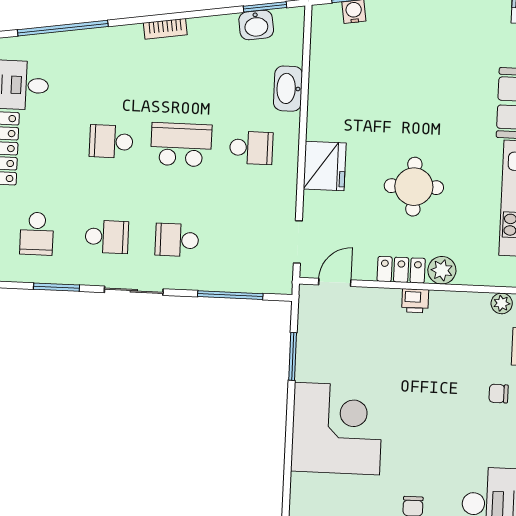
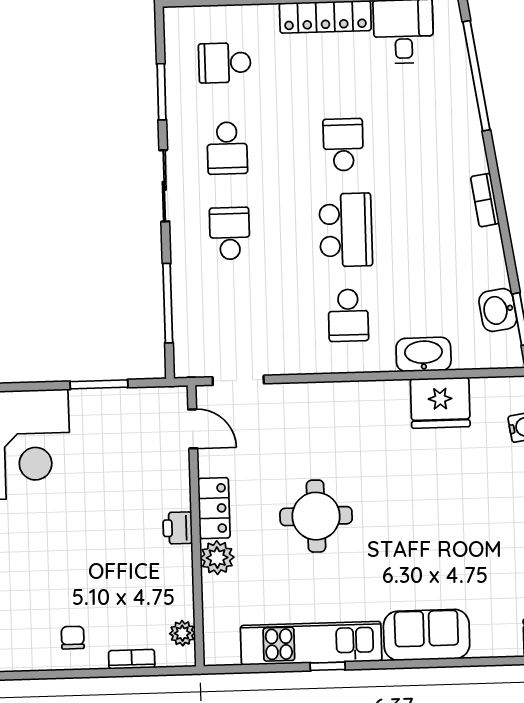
fridge: (325, 166) -> (440, 403), moved

